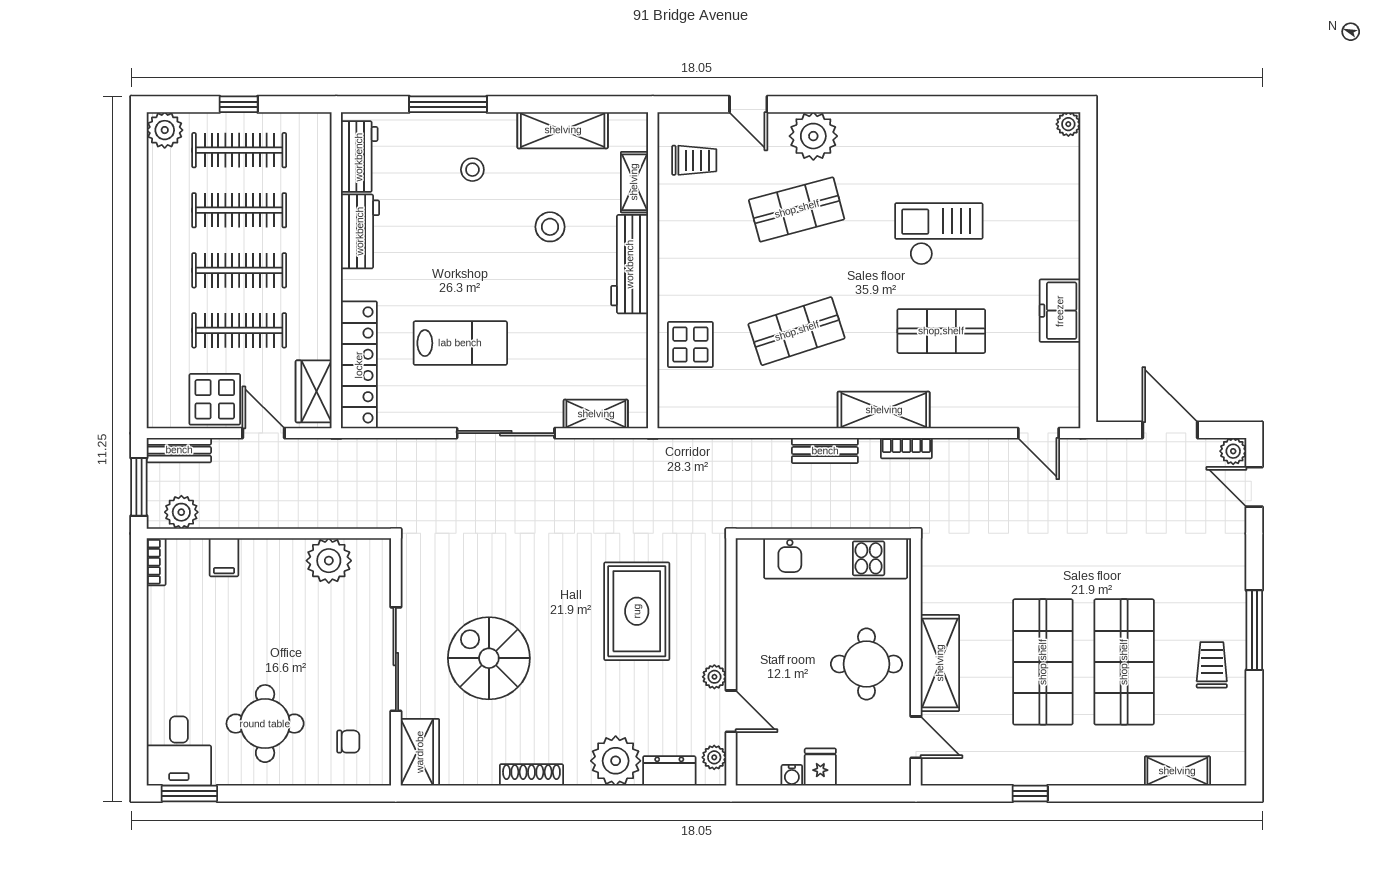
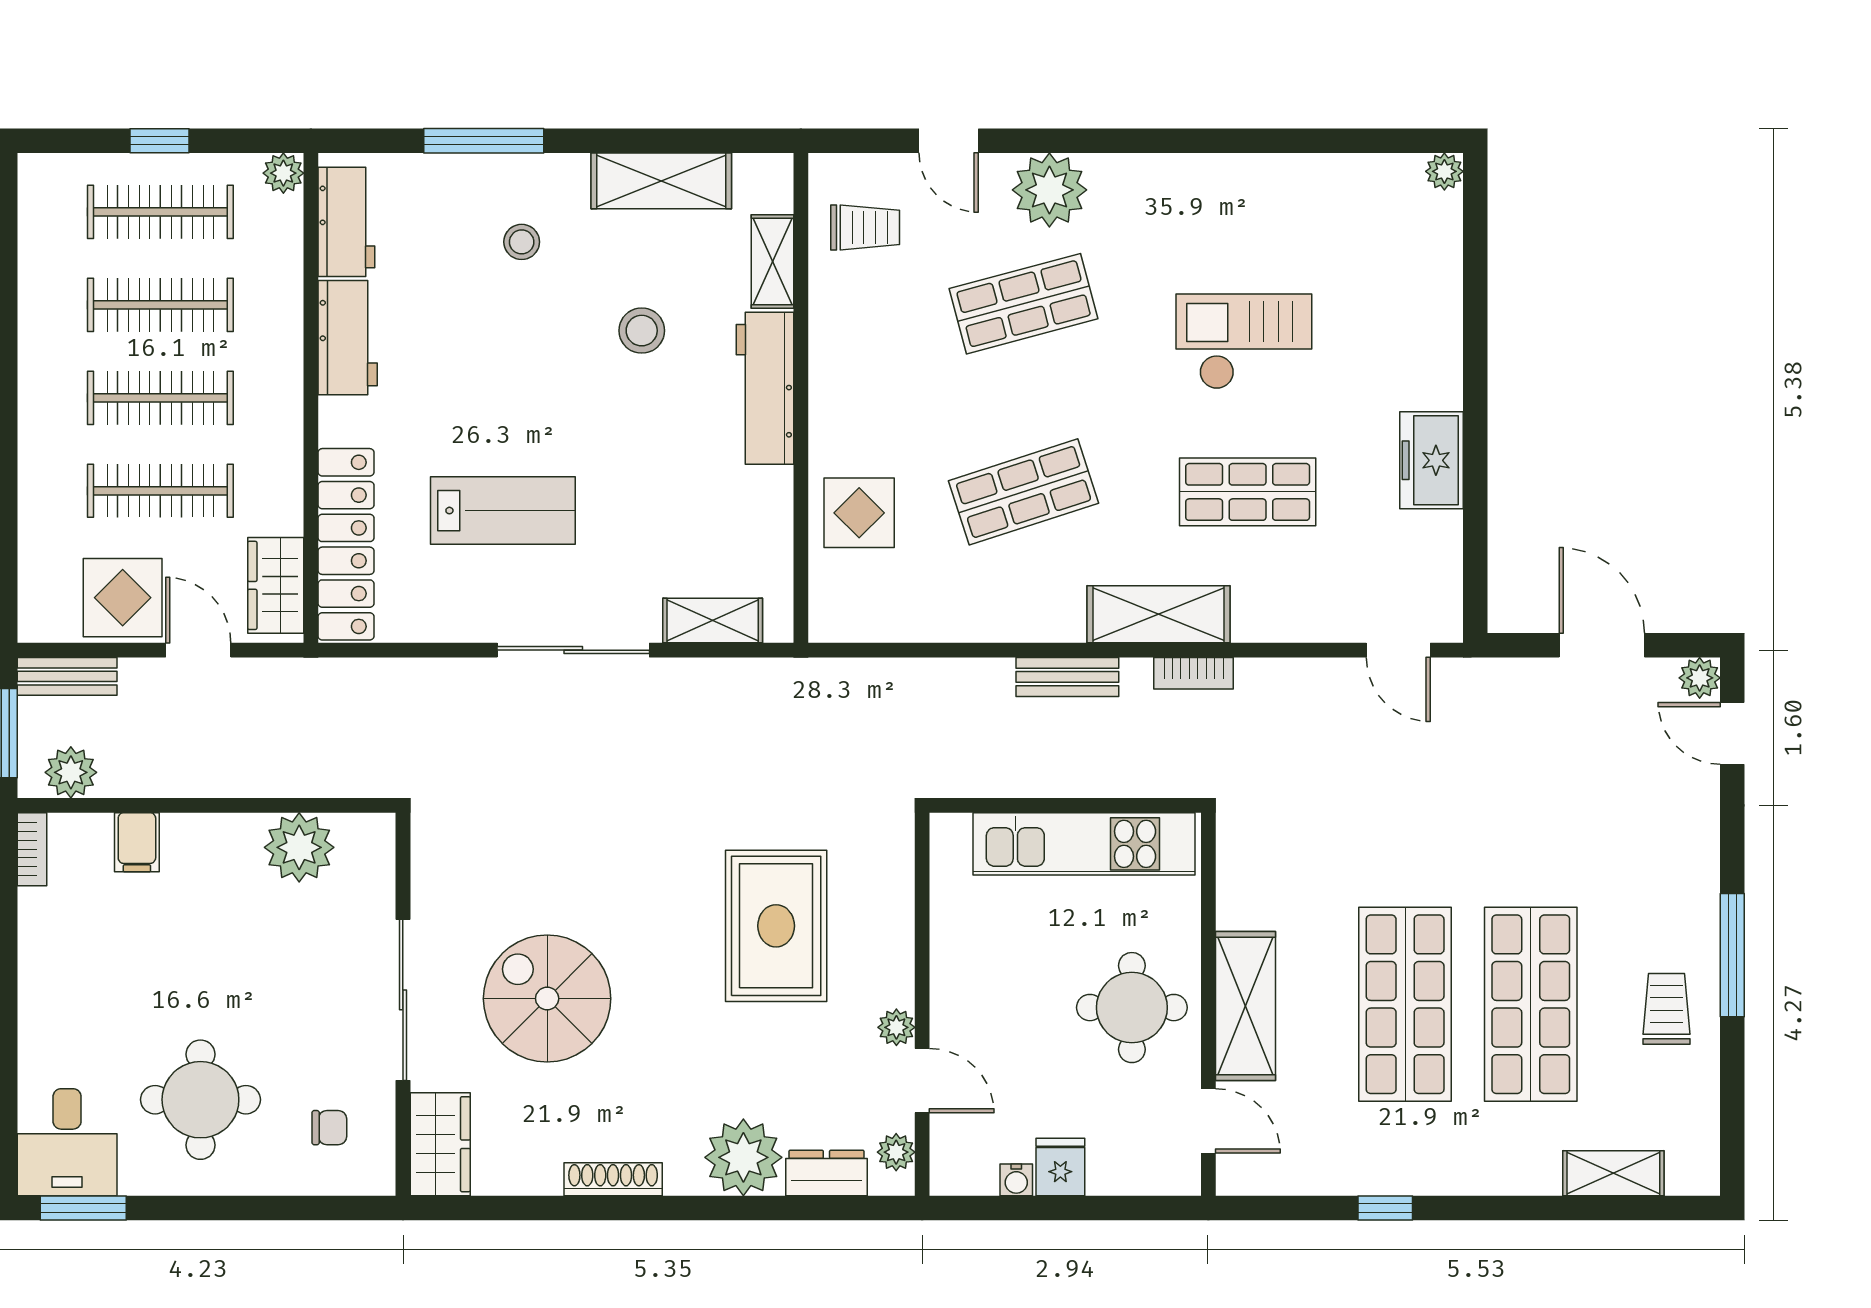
plant: (165, 130) -> (283, 173), moved, width x0.73, depth x0.73

